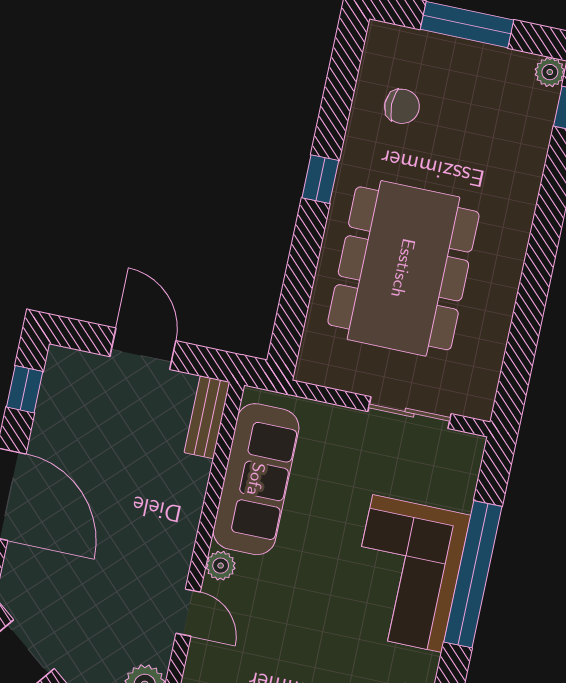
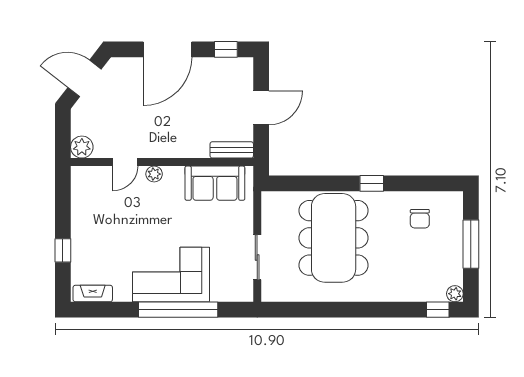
dining table: (403, 268) -> (334, 238), turned 90
sofa: (256, 479) -> (215, 183), width x0.73

